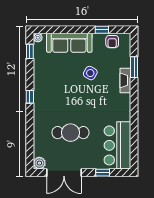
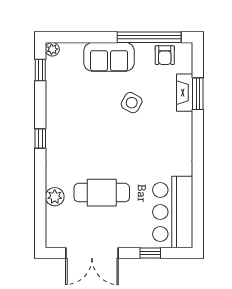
window: (102, 30) -> (149, 37), width x3.17
sofa: (69, 43) -> (109, 57), width x0.73
fireplace: (125, 80) -> (185, 93), moved
plant: (39, 163) -> (55, 197), moved

